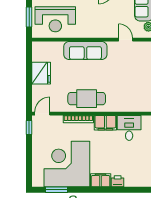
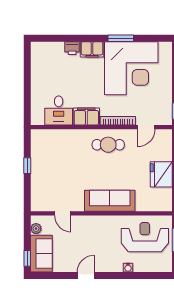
cafe table: (87, 99) -> (108, 145), width x0.73, depth x0.74
door: (42, 114) -> (146, 127), moved
window: (57, 190) -> (121, 38), moved

